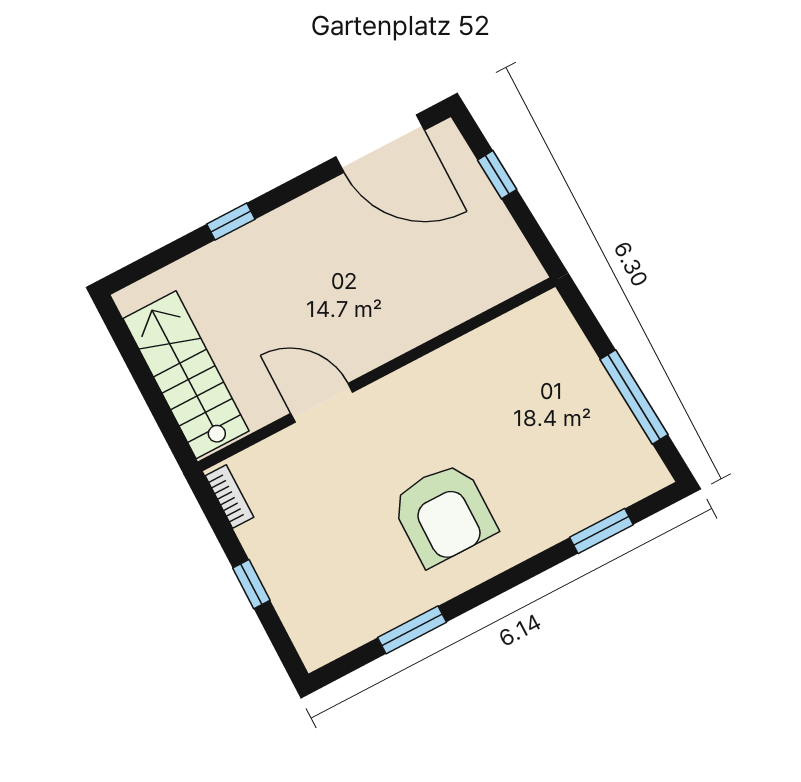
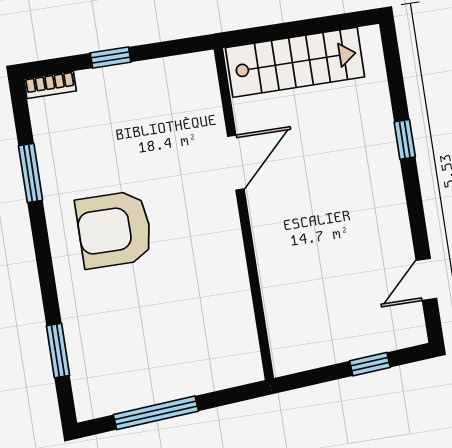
door: (380, 144) -> (426, 279), width x0.53
bookcase: (229, 497) -> (50, 85), moved

